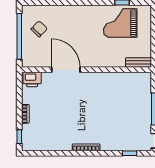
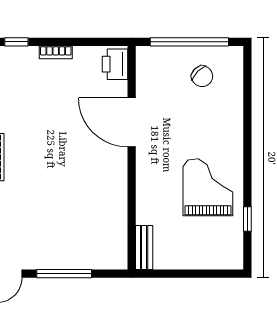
grand piano: (120, 23) -> (208, 187), moved
door: (66, 70) -> (132, 122), swing flipped

